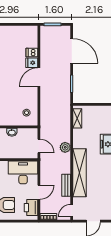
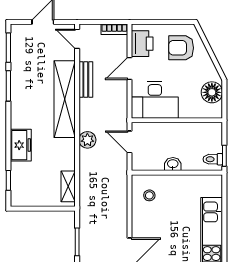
door: (72, 211) -> (77, 39), swing flipped

